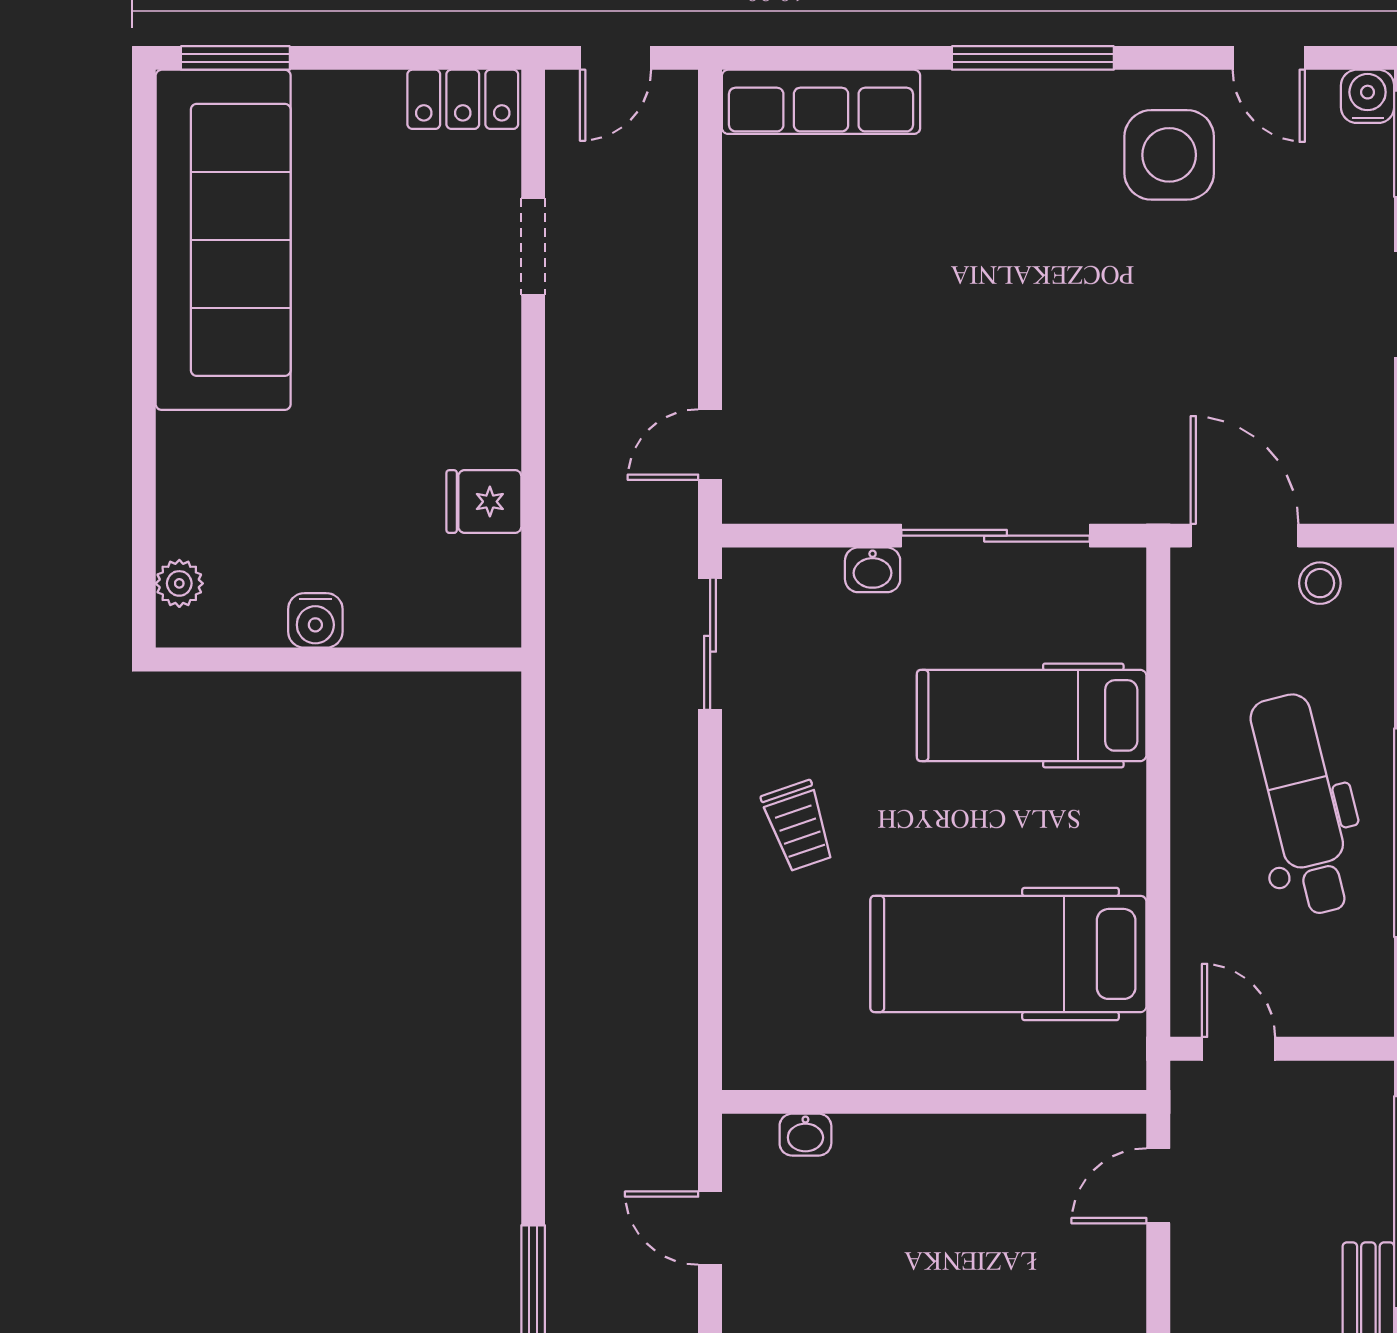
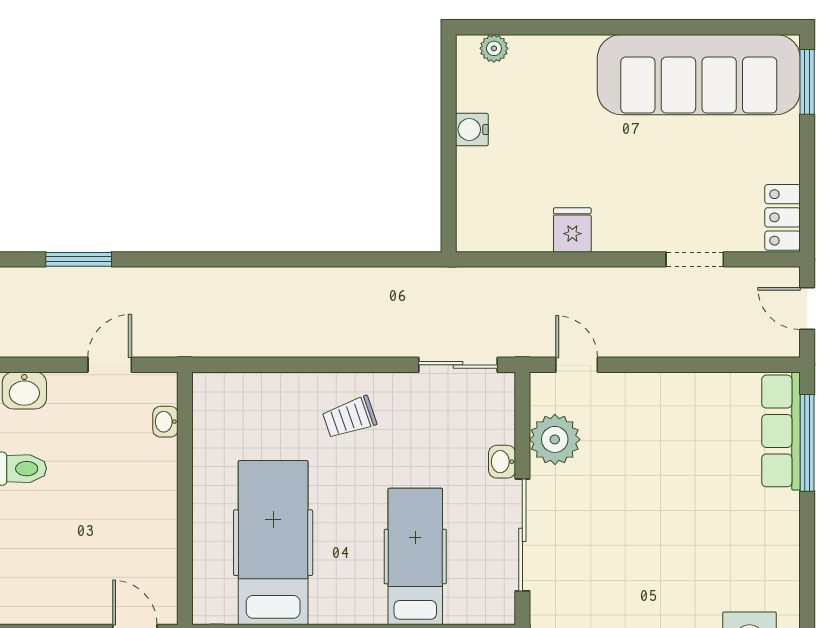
window: (1033, 58) -> (807, 443), moved
plant: (835, 481) -> (555, 439), added
fridge: (484, 502) -> (572, 230), moved

